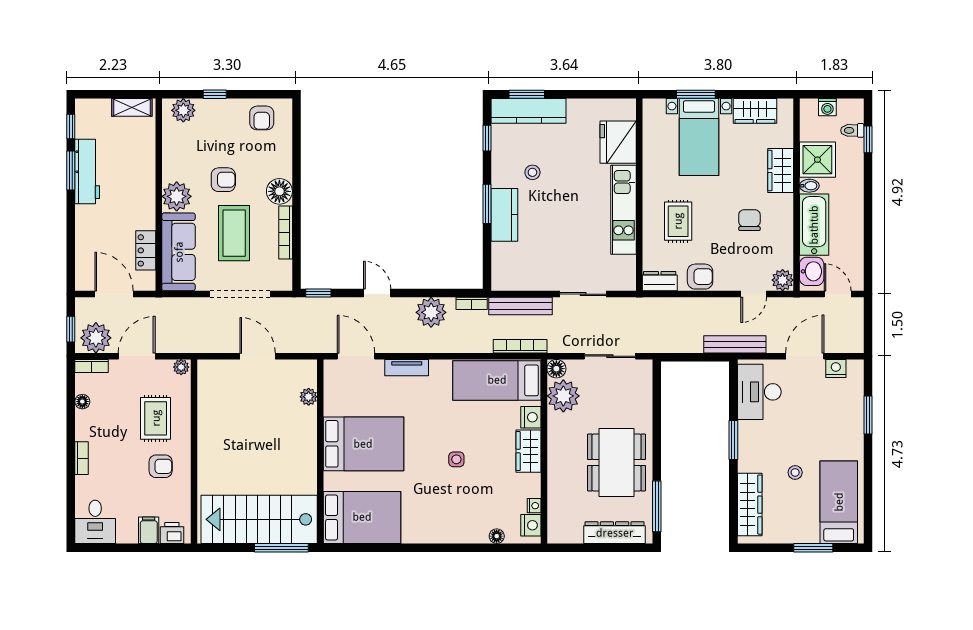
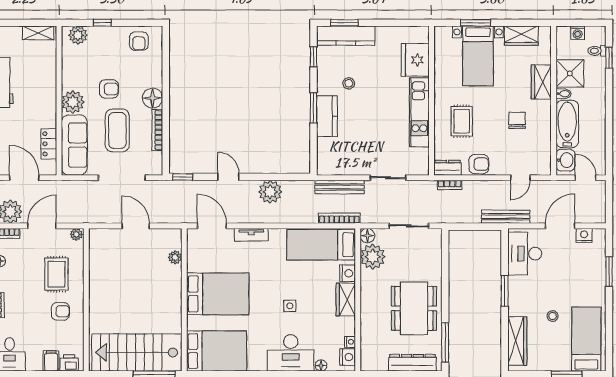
plant: (783, 280) -> (543, 167), removed
bookcase: (472, 303) -> (450, 185), moved
desk: (458, 520) -> (291, 353), added

